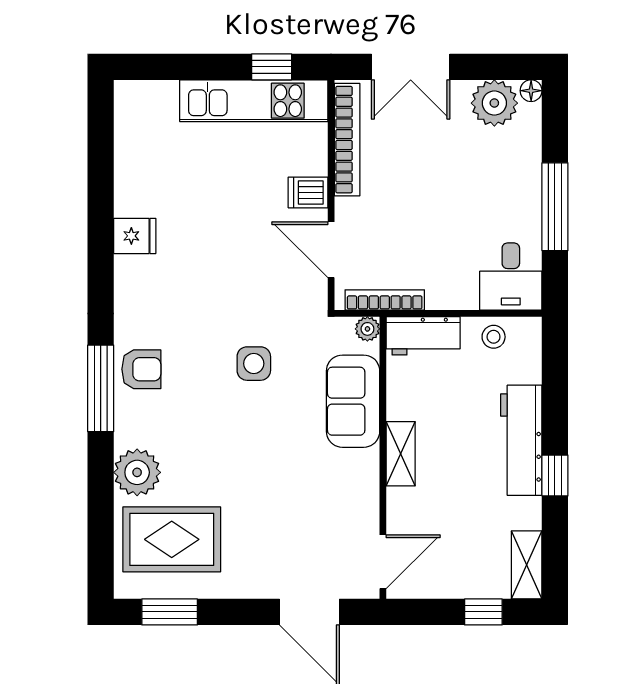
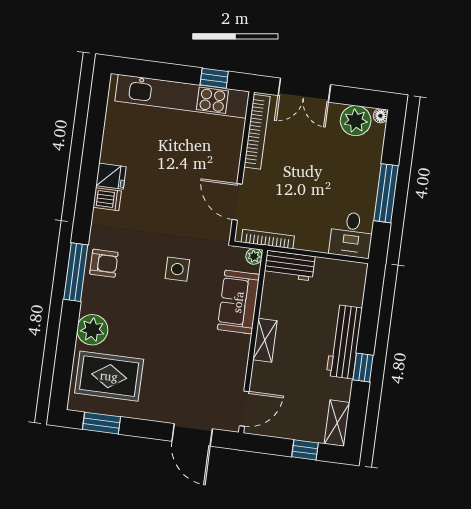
kitchen unit: (254, 101) -> (182, 96), width x1.36
dishwasher: (308, 192) -> (107, 199), moved, turned 180
stool: (494, 337) -> (335, 272), removed

